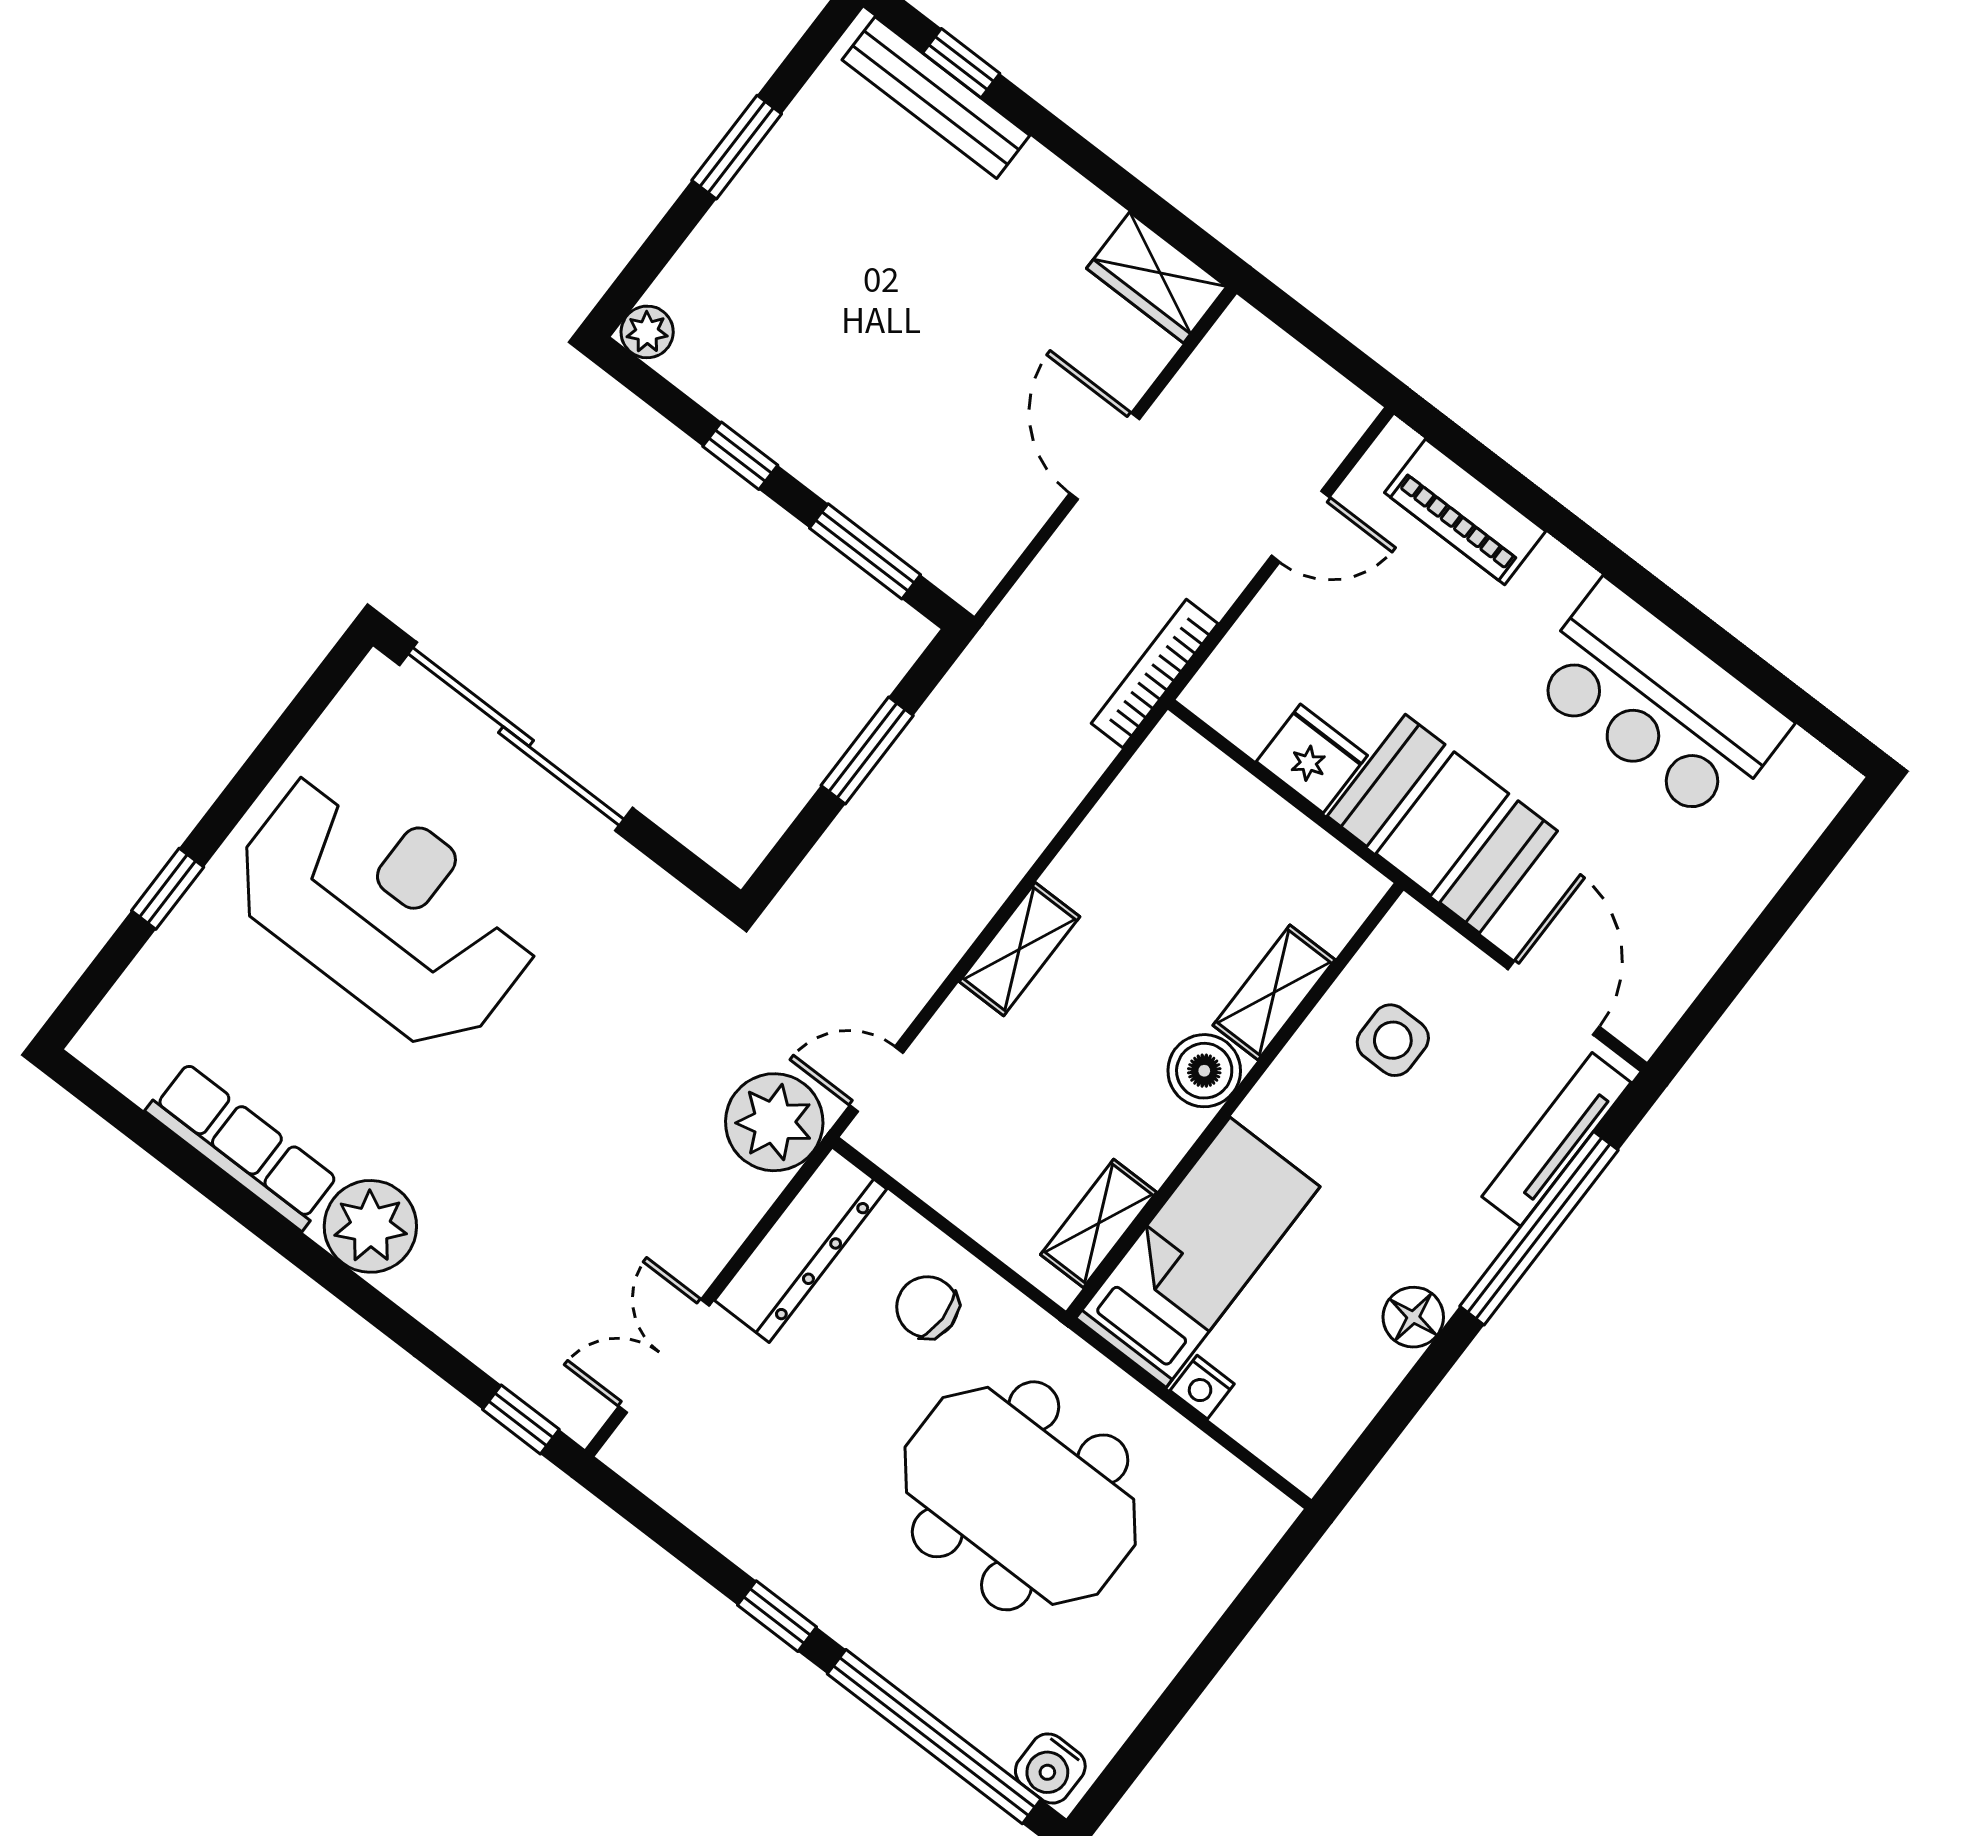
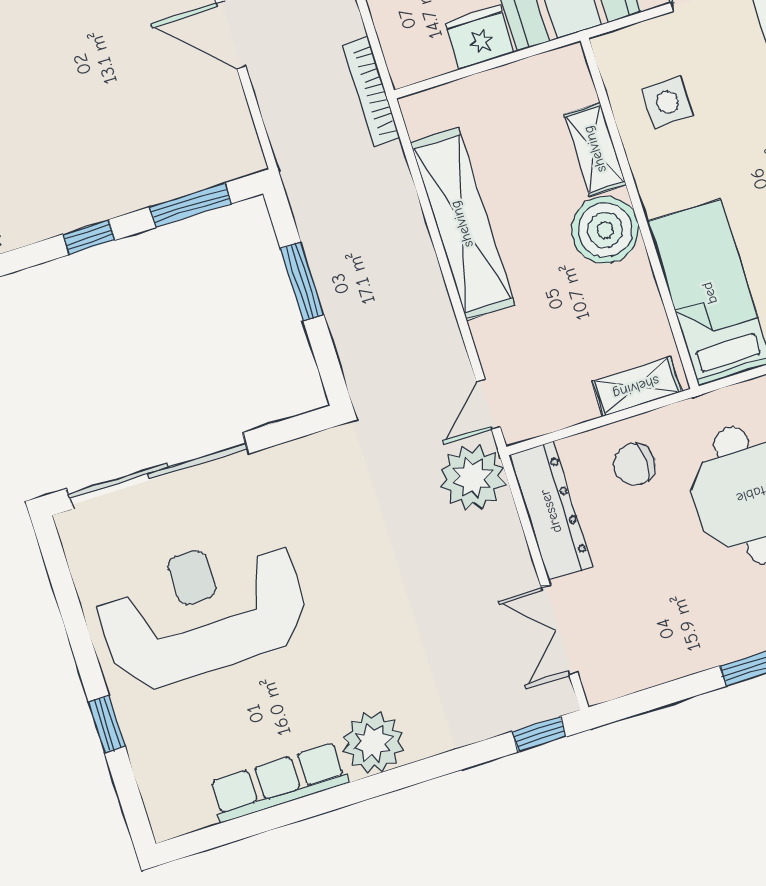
shelving: (1019, 949) -> (462, 224), width x2.20, depth x1.33
boiler: (1204, 1071) -> (605, 230), width x1.37, depth x1.37
shelving: (1099, 1223) -> (636, 387), moved, turned 90

